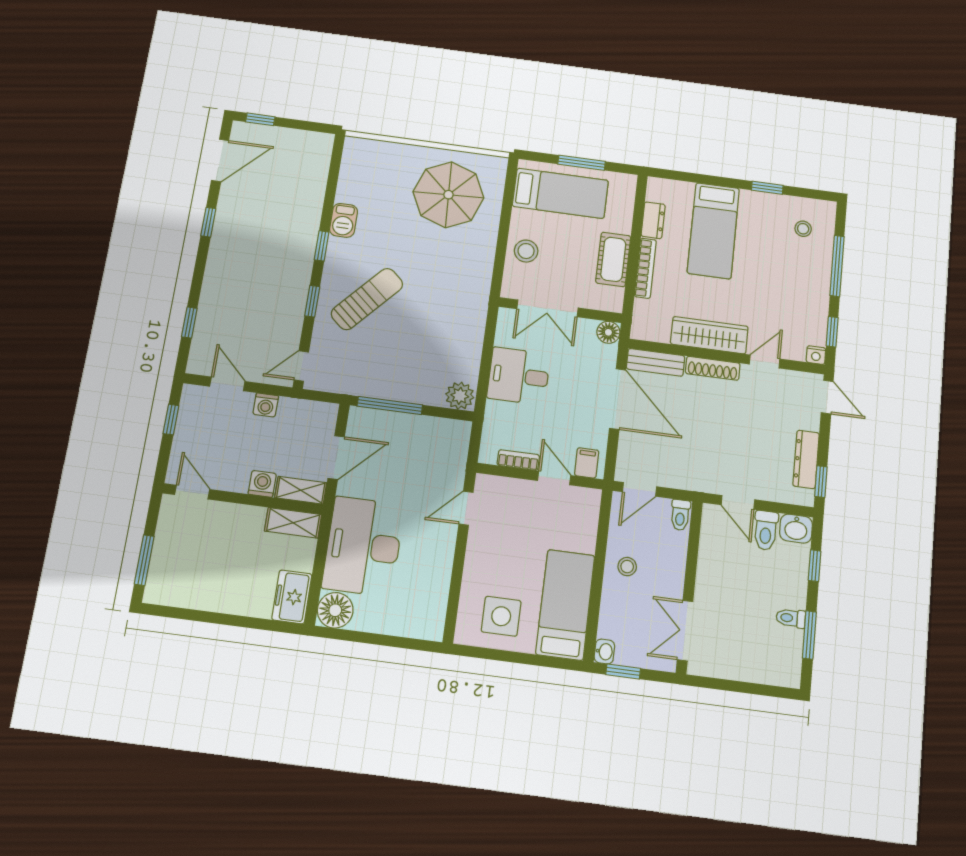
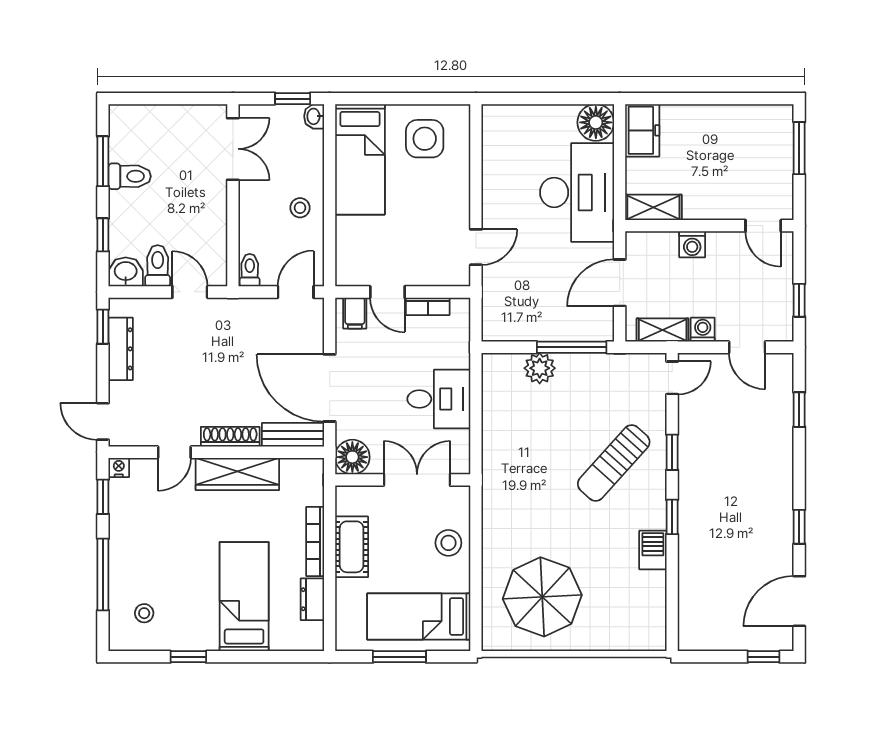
floor lamp: (608, 332) -> (352, 457), width x1.38, depth x1.38
plant: (460, 396) -> (540, 368), moved
shelving: (301, 490) -> (663, 330), moved
toilet: (791, 618) -> (130, 176), width x1.37, depth x1.39

